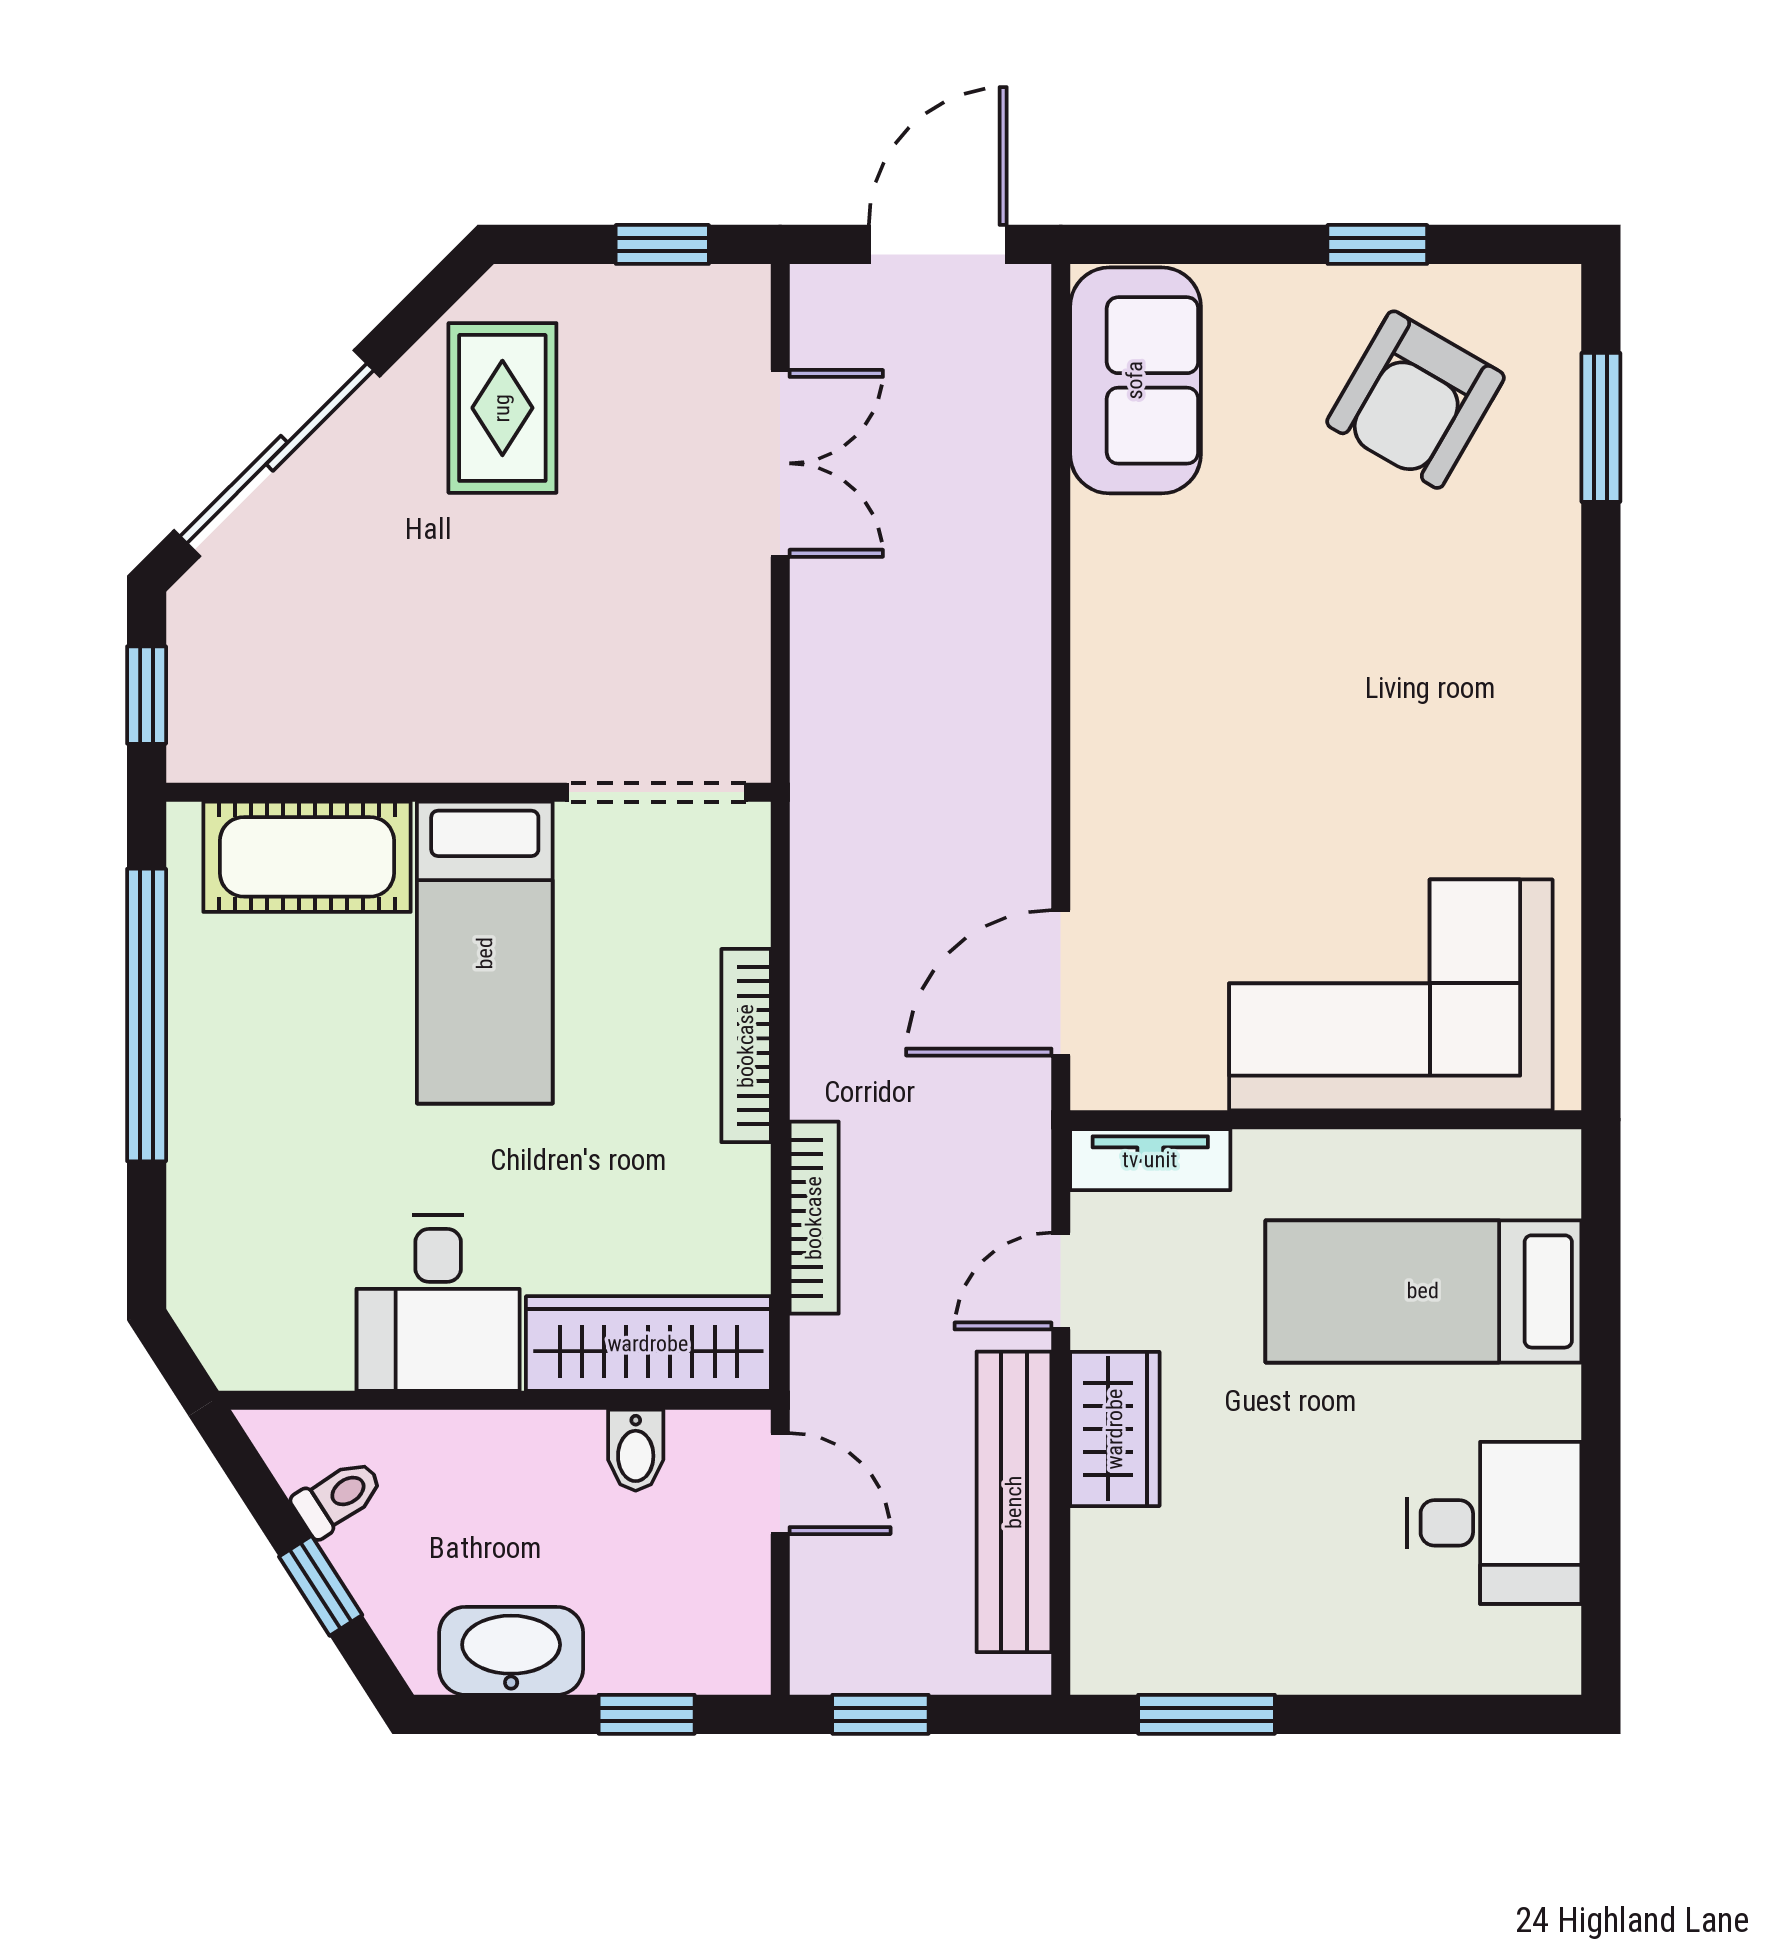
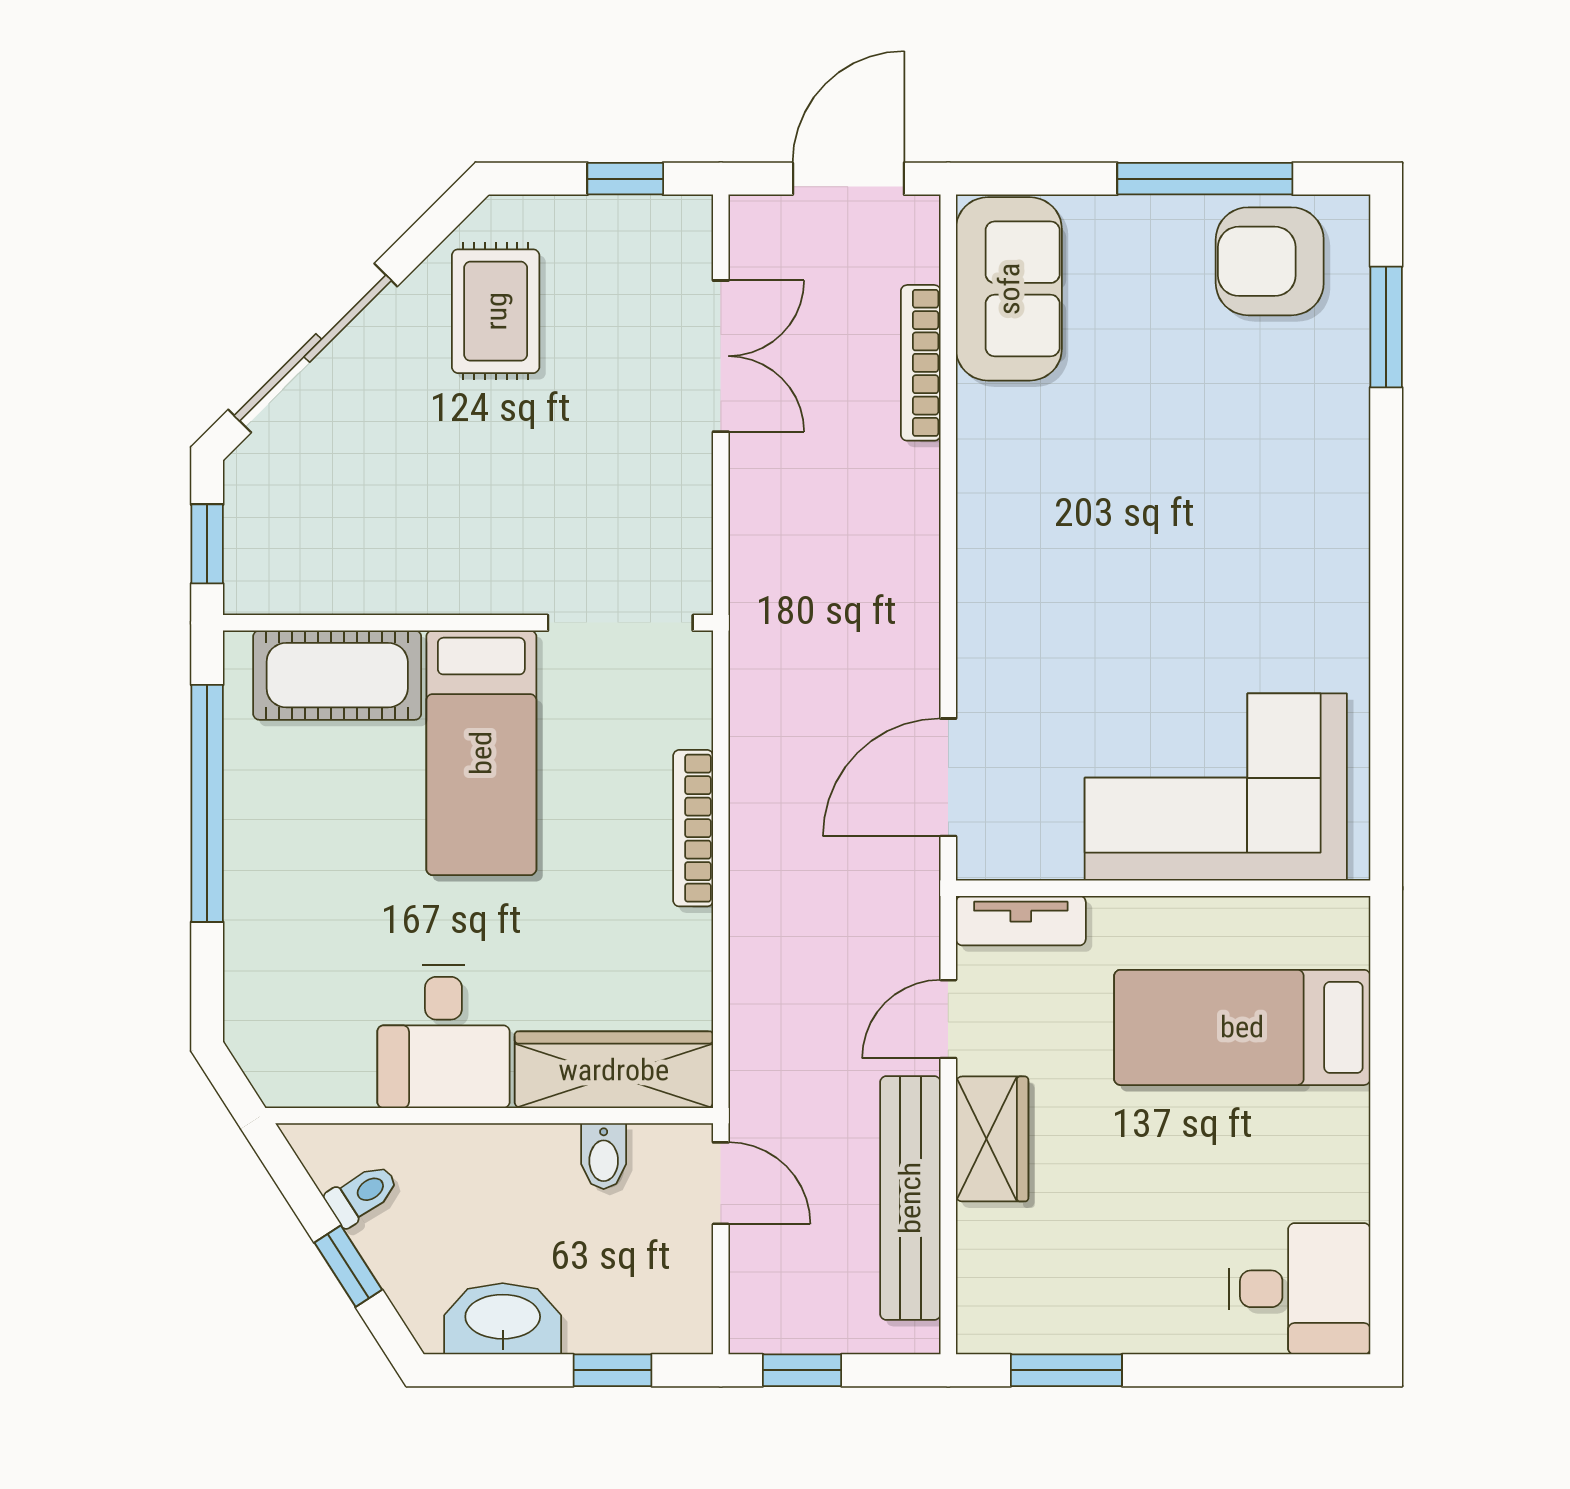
window: (1377, 244) -> (1205, 179), width x2.17
armchair: (1415, 400) -> (1270, 261), moved, turned 60
bookcase: (814, 1218) -> (921, 363), moved, turned 180
desk: (1494, 1523) -> (1299, 1289), moved

